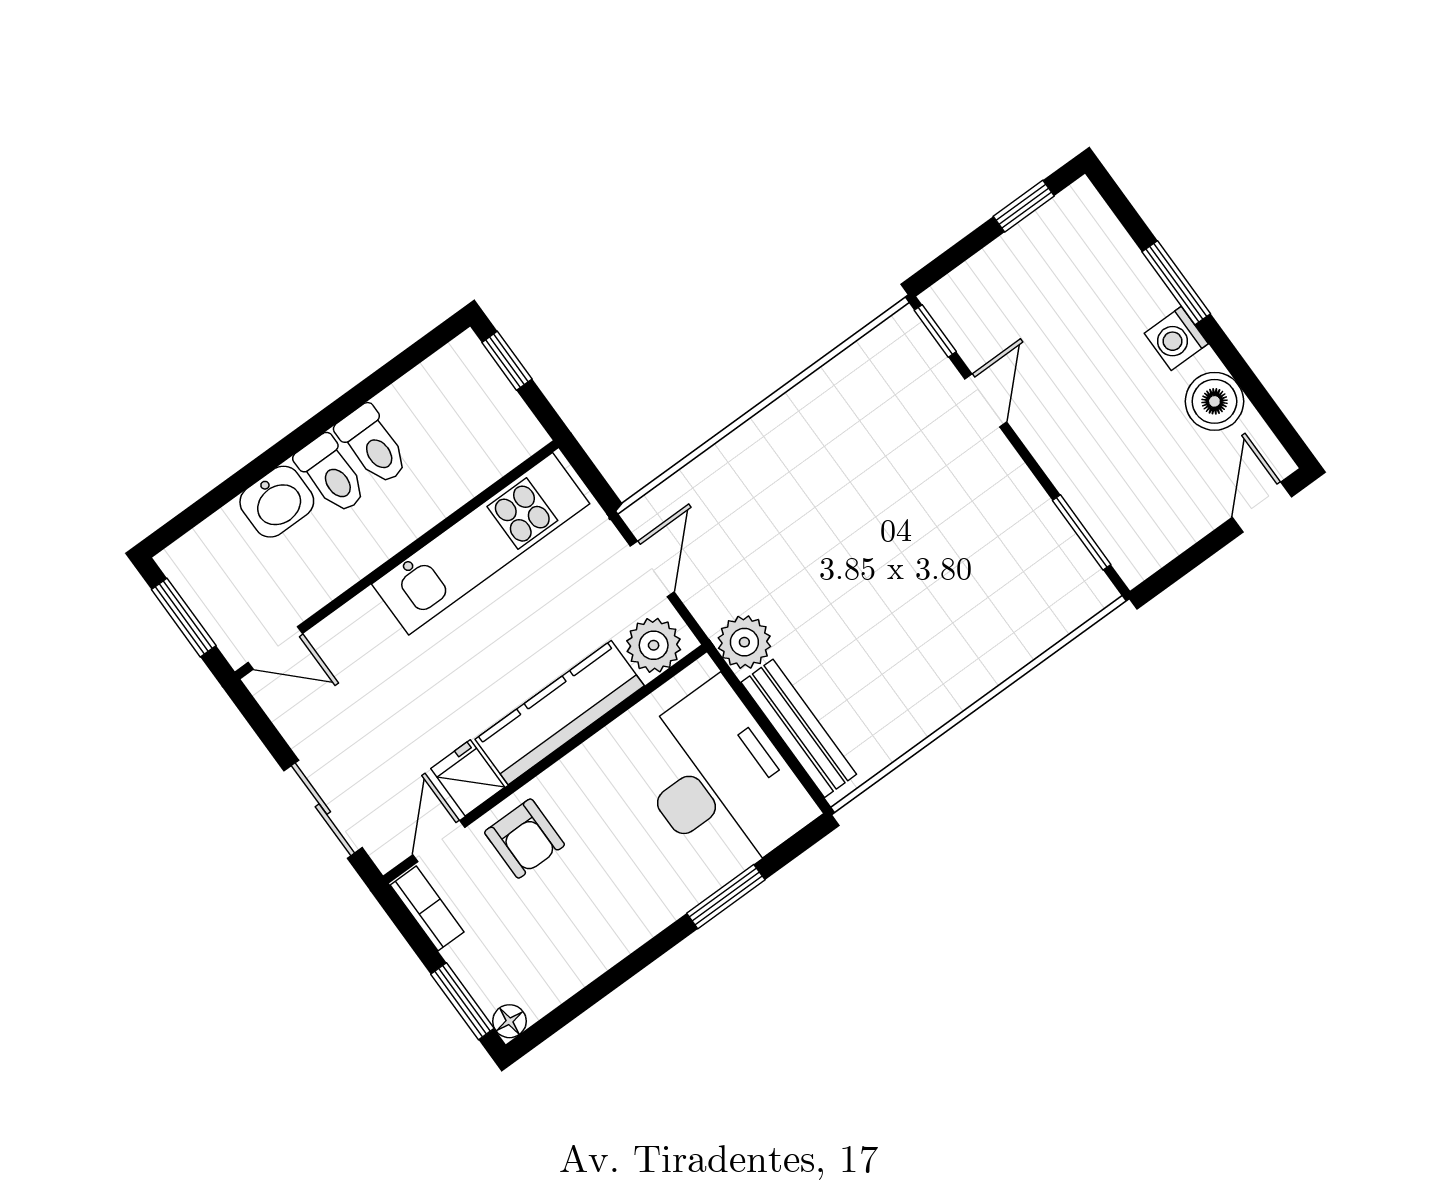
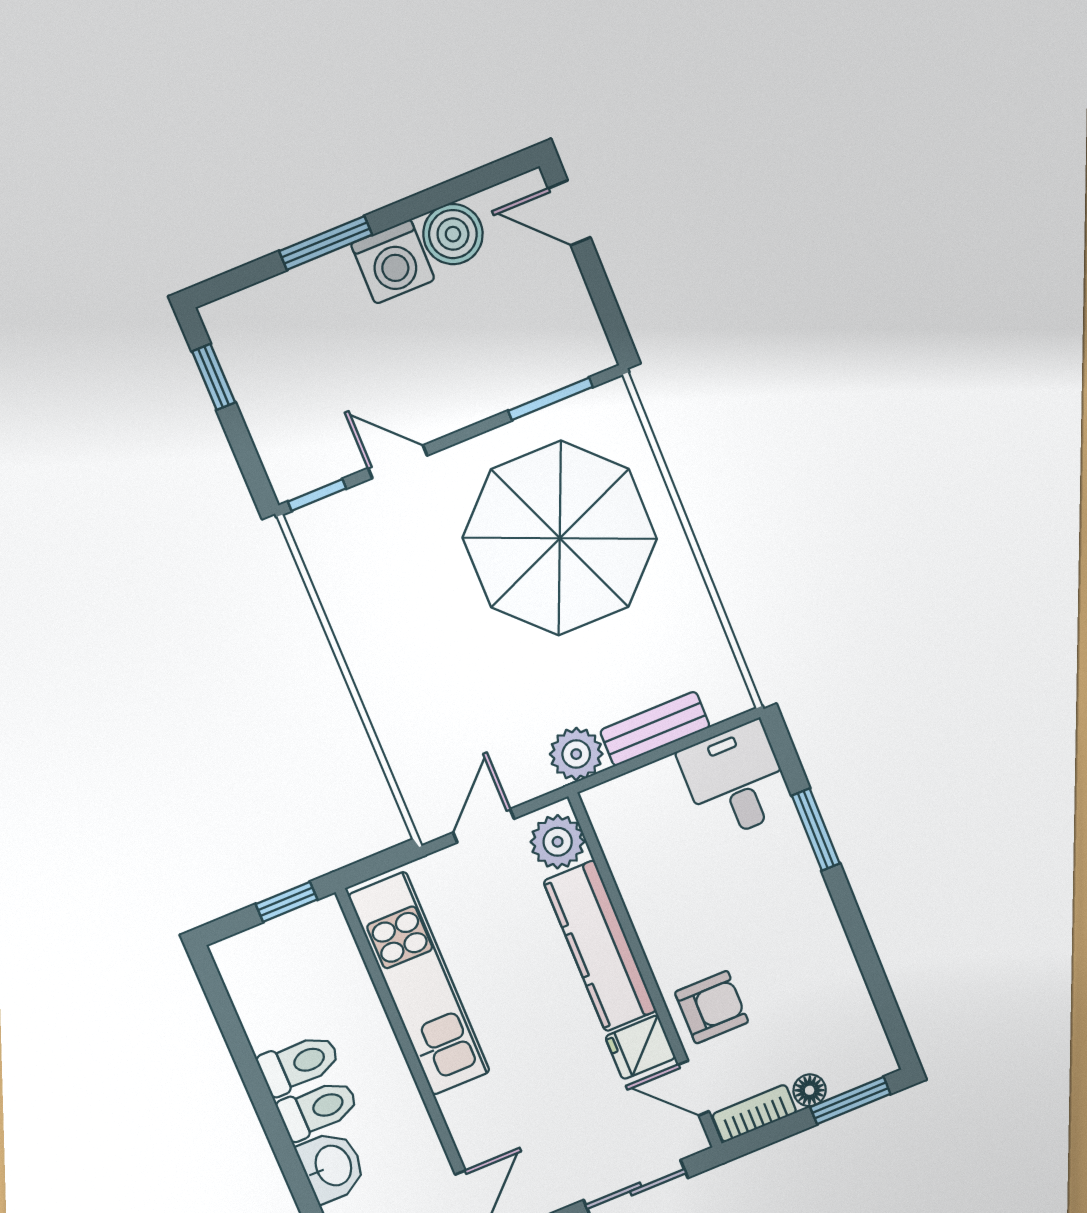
washing machine: (1176, 338) -> (393, 262), width x1.38, depth x1.38
window: (507, 361) -> (287, 902), moved
door: (652, 569) -> (484, 826), hinge flipped
parasol: (950, 574) -> (560, 538), added
bench: (799, 728) -> (655, 729), width x0.73
desk: (719, 781) -> (736, 780), width x0.53, depth x0.77
floor lamp: (509, 1021) -> (810, 1090), moved

